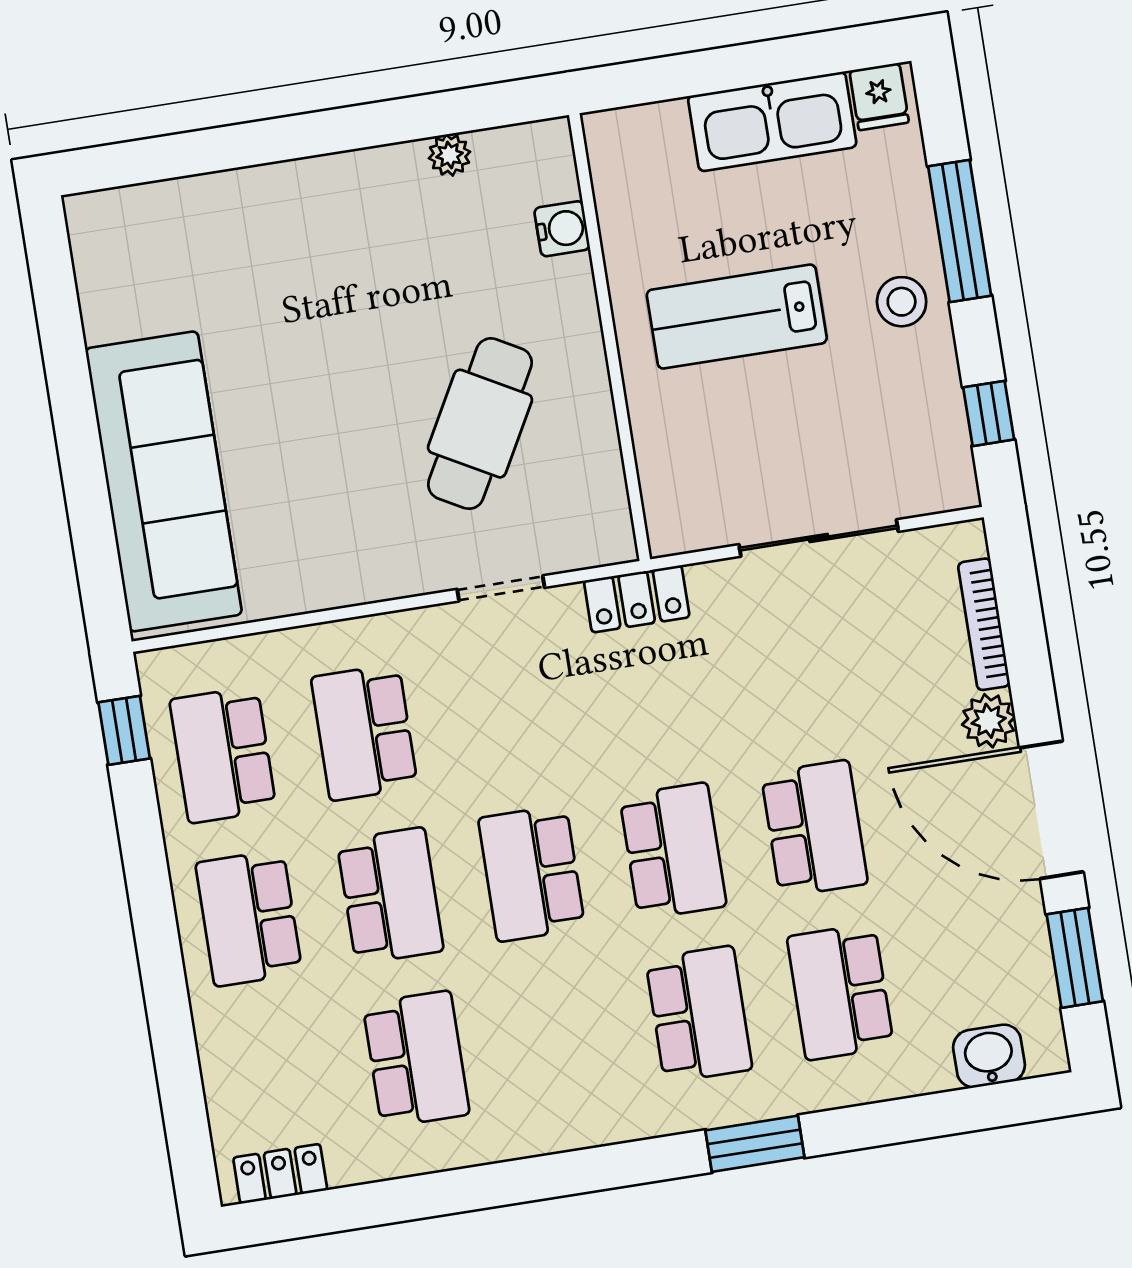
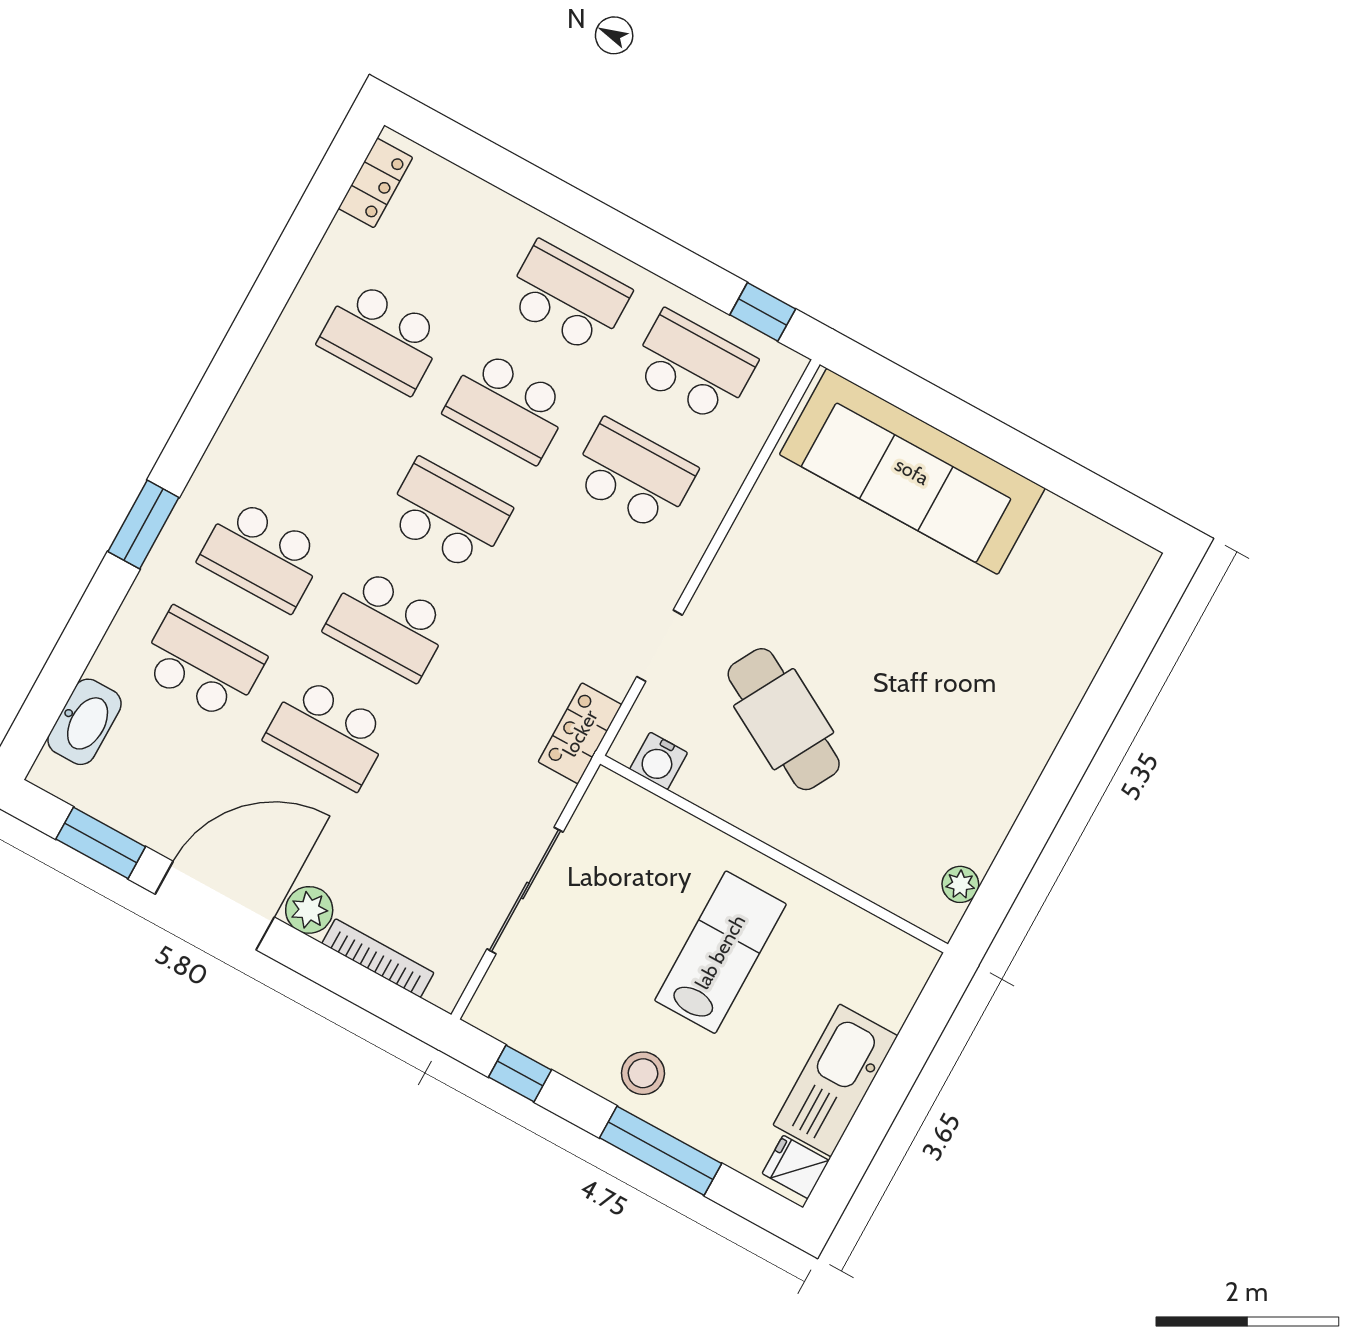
plant: (450, 155) -> (960, 884), moved
water cooler: (562, 229) -> (659, 761), moved
washbasin: (989, 1056) -> (84, 722), width x1.38

